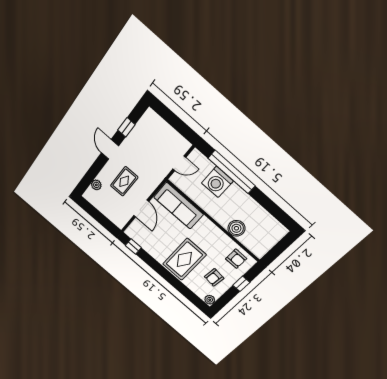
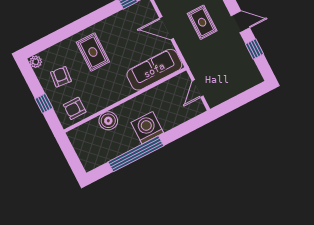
window: (232, 172) -> (136, 154), moved
washing machine: (217, 182) -> (147, 128), moved
rug: (184, 259) -> (93, 52), width x0.73, depth x0.70

